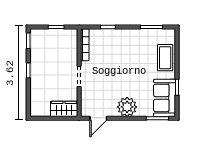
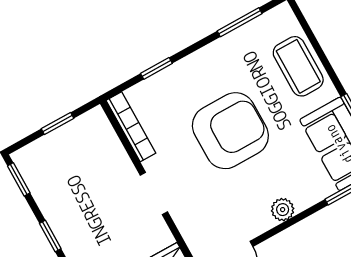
armchair: (124, 68) -> (230, 131), added
plant: (127, 107) -> (283, 210), width x0.53, depth x0.53

